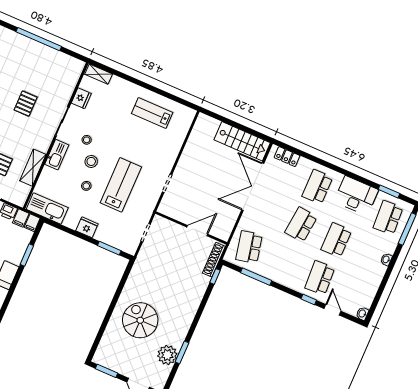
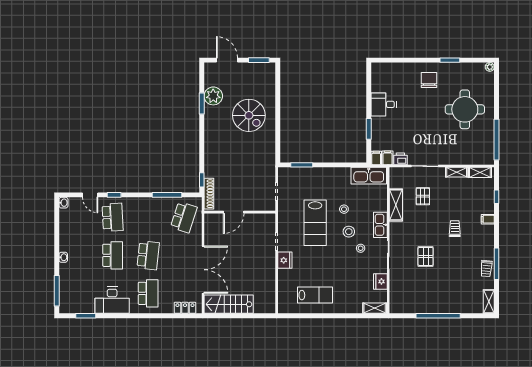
school desk: (388, 218) -> (77, 293), removed
fridge: (87, 227) -> (285, 260), moved, turned -90
school desk: (249, 247) -> (184, 217), turned 30

